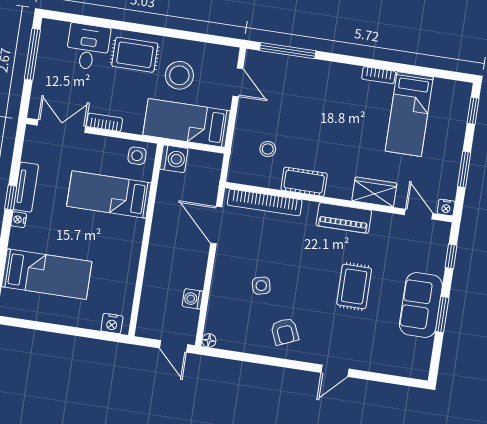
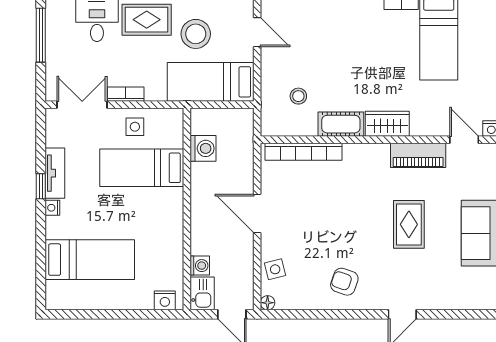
side table: (137, 156) -> (135, 127), moved
washing machine: (174, 159) -> (203, 148), moved
wardrobe: (374, 192) -> (387, 124), moved
piano: (344, 218) -> (418, 155), moved
door: (216, 225) -> (257, 214), moved
side table: (261, 286) -> (275, 269), moved
washing machine: (193, 299) -> (200, 266), moved, turned 180
kitchen sink: (148, 322) -> (202, 293), added
armchair: (285, 332) -> (344, 282), turned 132

